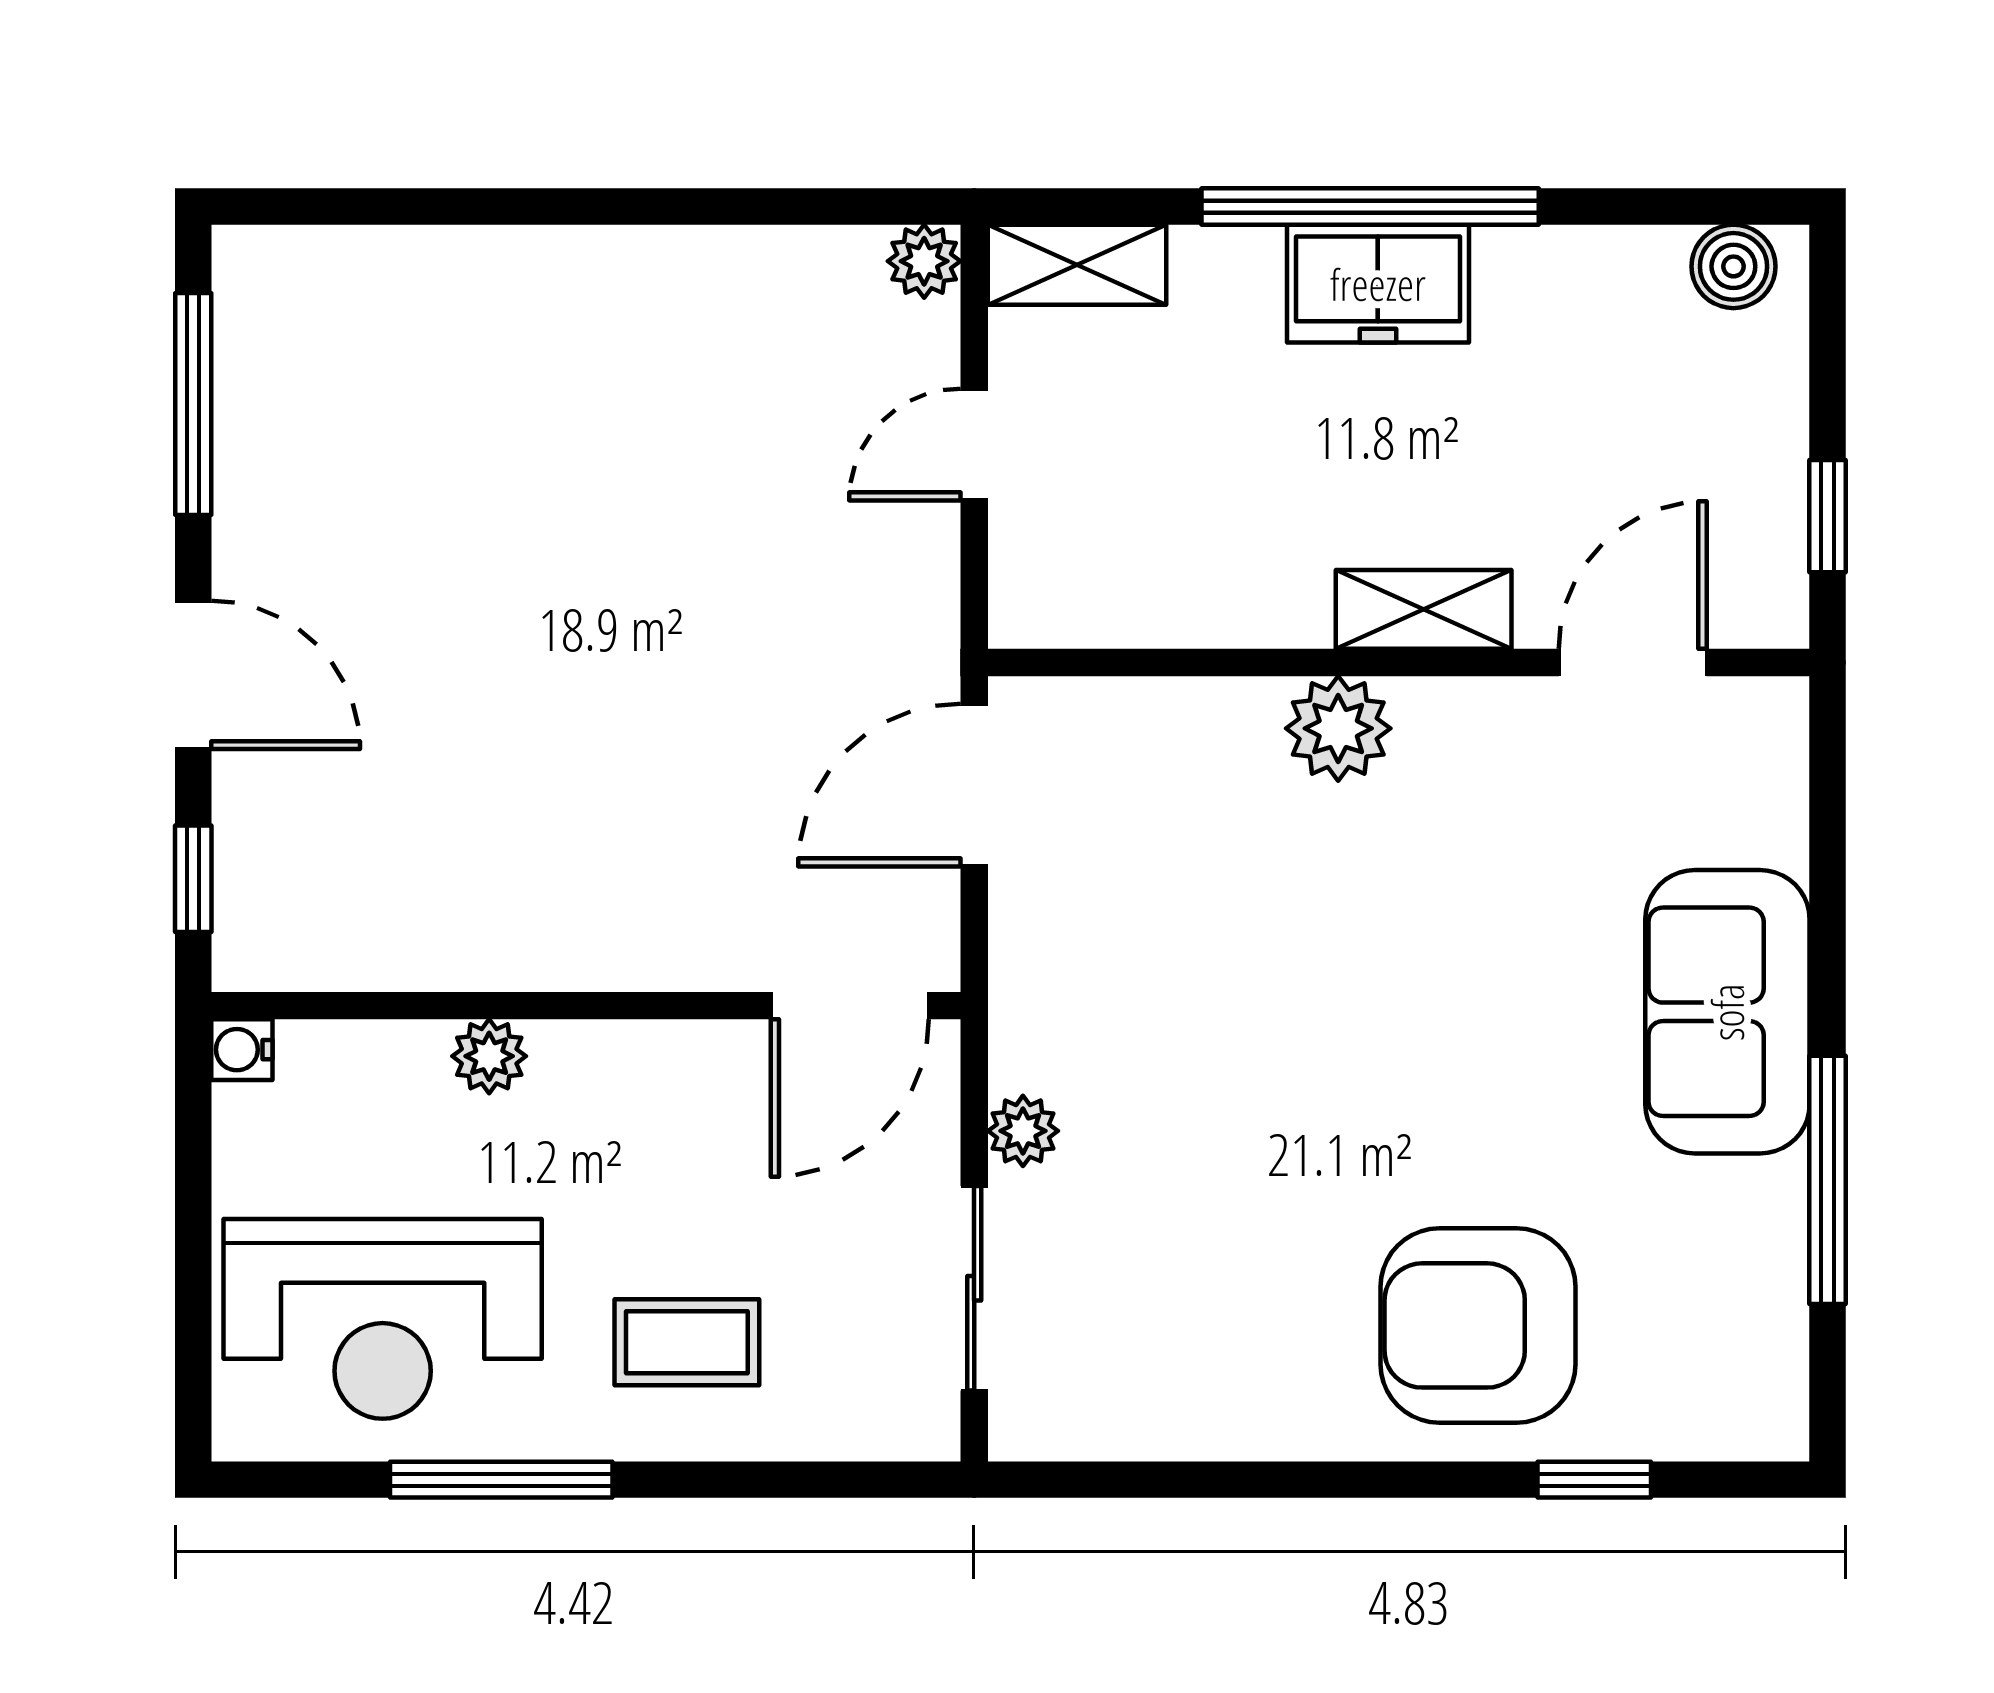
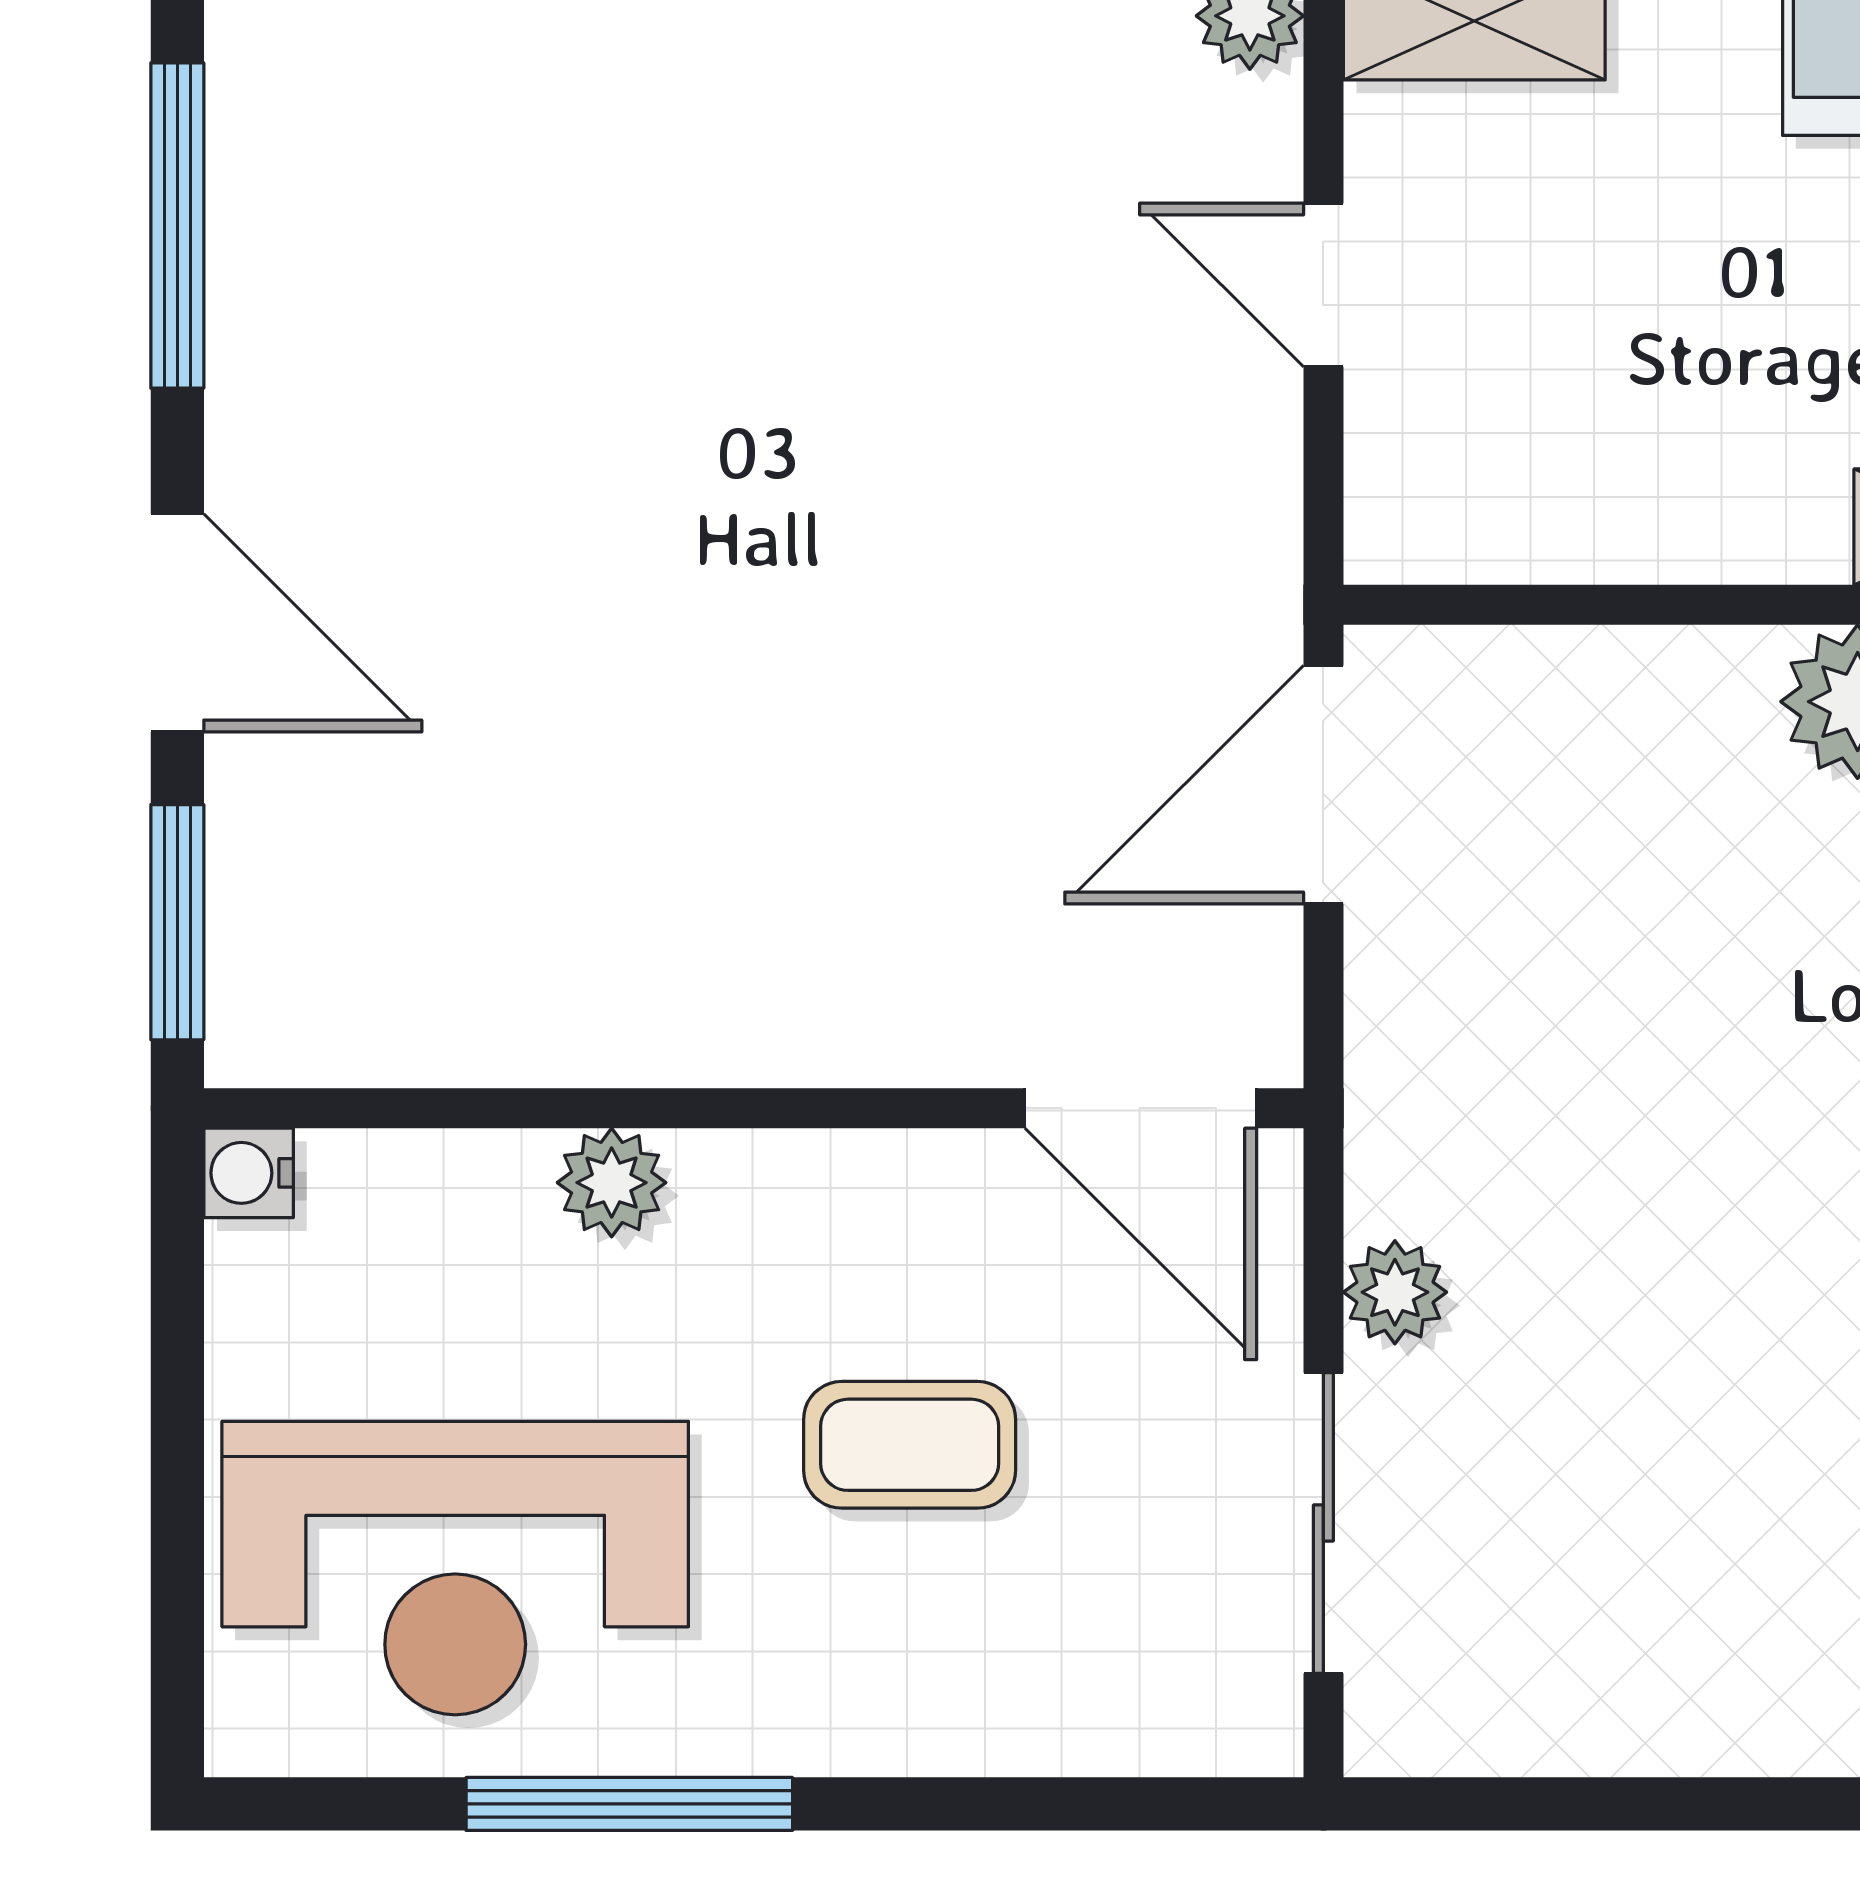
door: (974, 445) -> (1323, 285), hinge flipped
window: (193, 879) -> (177, 922), width x1.50
door: (850, 1006) -> (1141, 1108), hinge flipped
coffee table: (687, 1342) -> (910, 1445), moved

